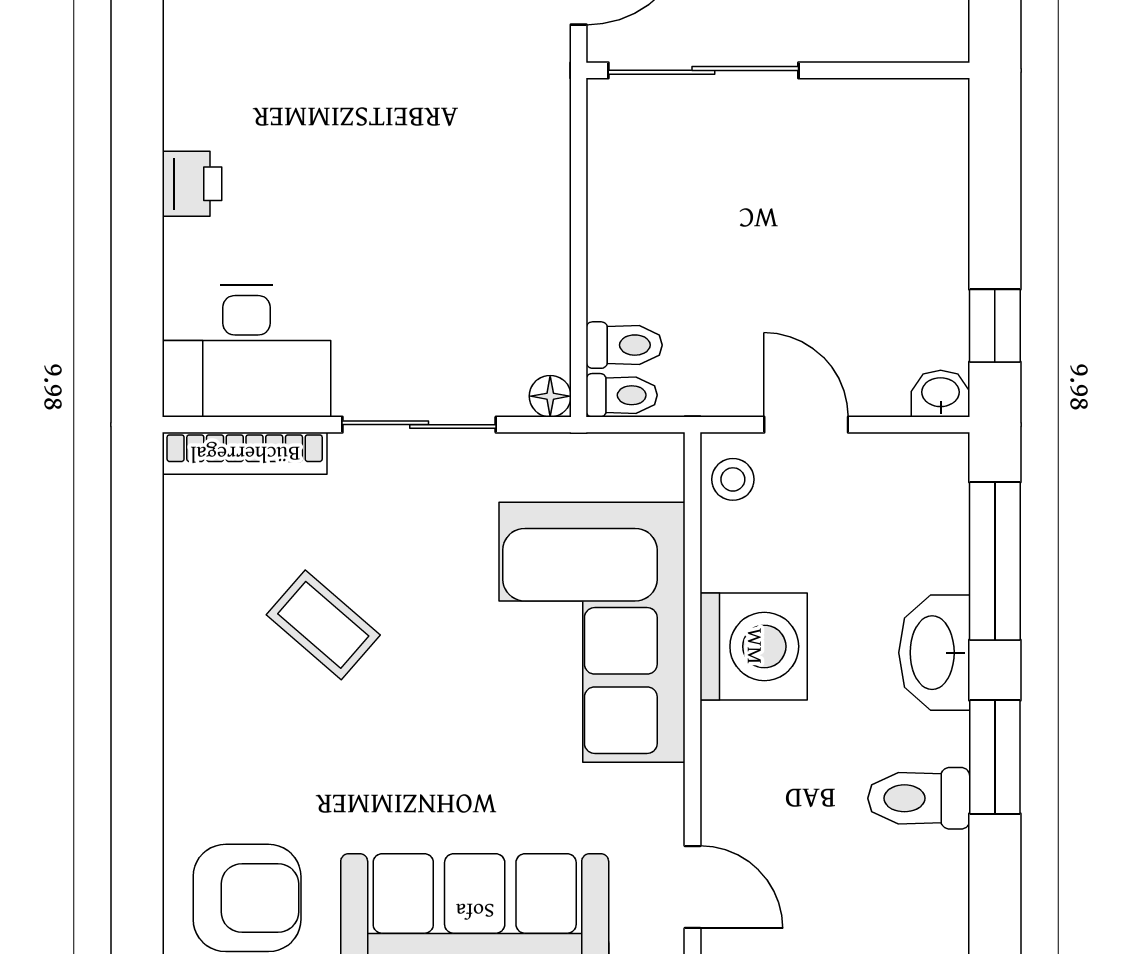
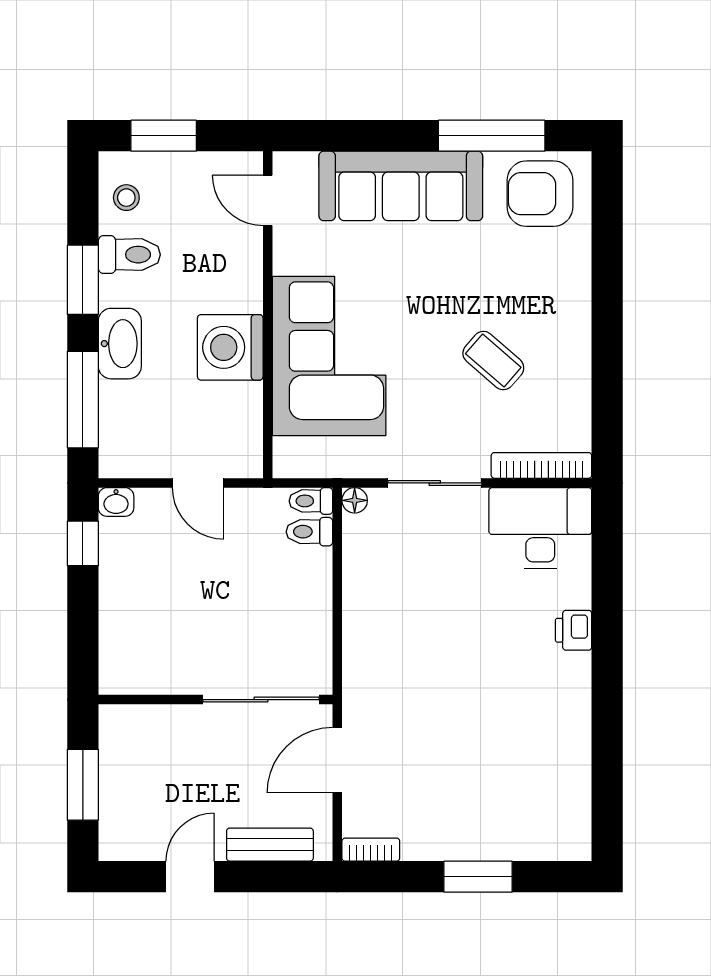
stool: (733, 479) -> (126, 198), moved

